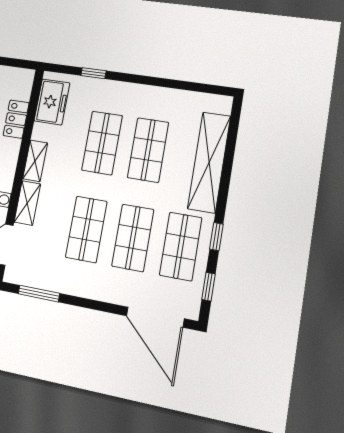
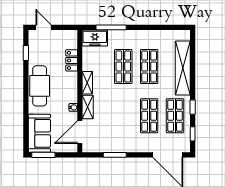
window: (93, 73) -> (111, 27), width x2.17
freezer: (52, 102) -> (95, 38), moved, turned 90
shop shelf: (86, 229) -> (123, 116), removed
window: (39, 294) -> (115, 155), moved

